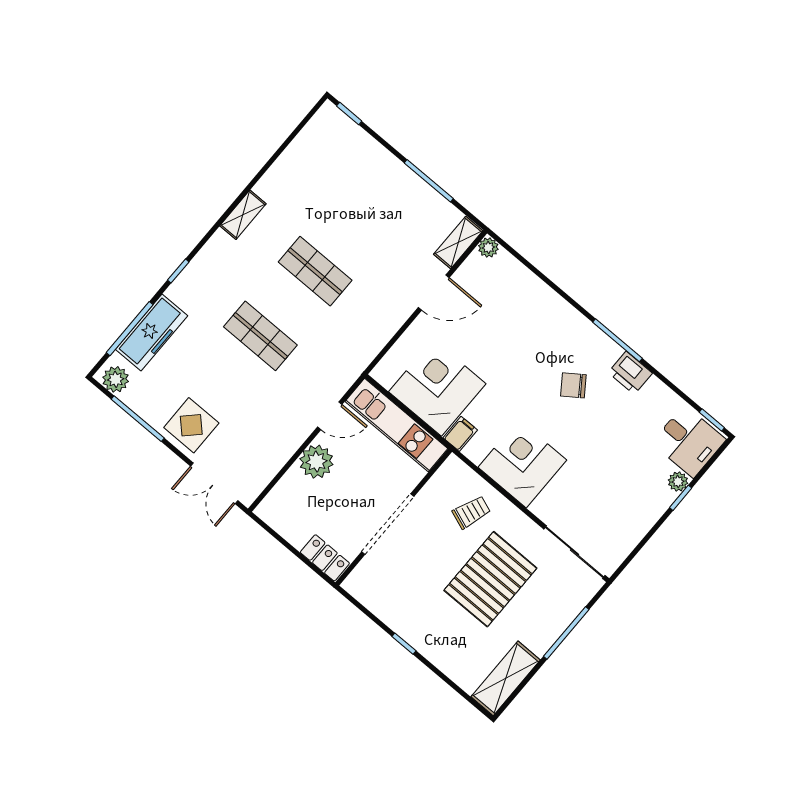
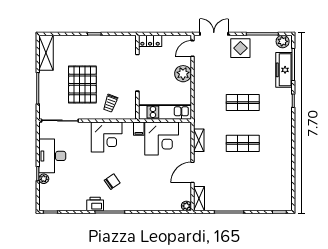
shelving: (243, 215) -> (199, 140), moved
door: (330, 416) -> (192, 49), moved
desk: (689, 441) -> (52, 156), moved, width x1.37

